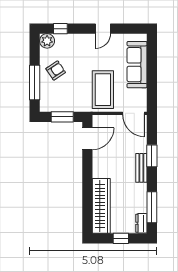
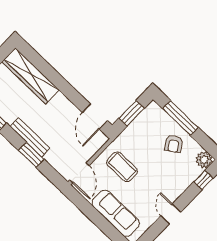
coffee table: (103, 90) -> (122, 167), width x0.73, depth x0.76
door: (133, 113) -> (79, 173), swing flipped
bench: (141, 168) -> (30, 137), width x1.36

